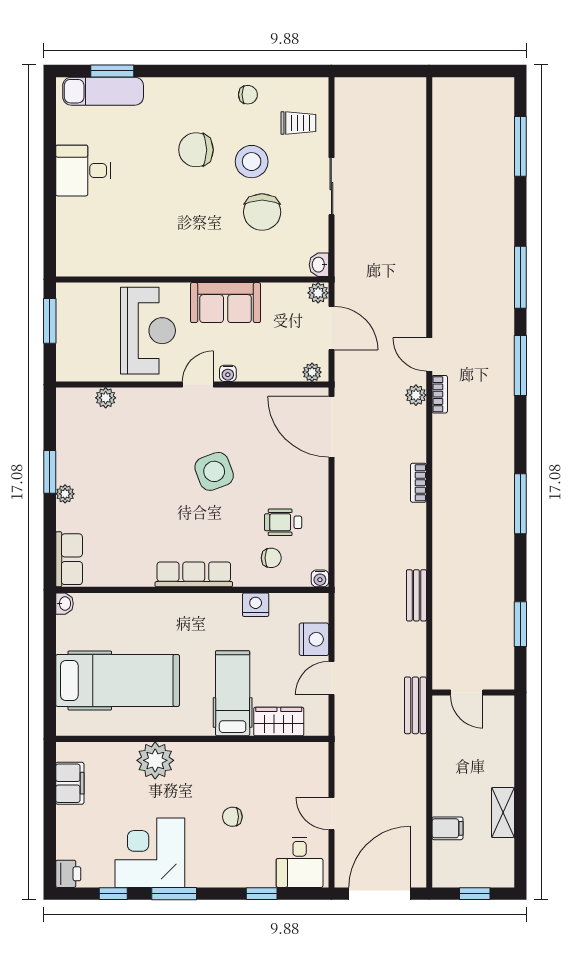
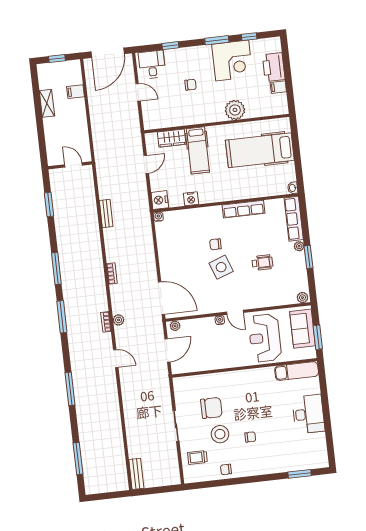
exam couch: (103, 91) -> (297, 371), moved, turned 180
chair: (196, 150) -> (250, 437), width x0.54, depth x0.54
desk: (83, 171) -> (308, 414), width x1.37
chair: (262, 212) -> (211, 408), turned 90
washbasin: (319, 265) -> (178, 383), removed
plant: (318, 293) -> (177, 368), removed
sofa: (226, 303) -> (303, 329), moved, turned -90
door: (331, 328) -> (167, 350), swing flipped
door: (429, 355) -> (116, 359), moved
window: (520, 366) -> (62, 317), moved
door: (198, 385) -> (235, 312), hinge flipped
plant: (106, 398) -> (302, 298), moved
wheelchair: (283, 522) -> (262, 263), moved
chair: (271, 558) -> (215, 244), moved
row of seats: (69, 559) -> (294, 219), width x1.48
row of seats: (194, 574) -> (243, 209), moved
nightstand: (314, 639) -> (160, 200), moved
bench: (415, 705) -> (136, 474), moved
filing cabinet: (70, 783) -> (278, 87), width x0.50
printer: (68, 874) -> (274, 67), moved, width x1.87, depth x1.48

